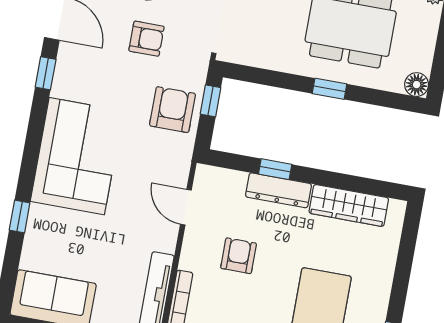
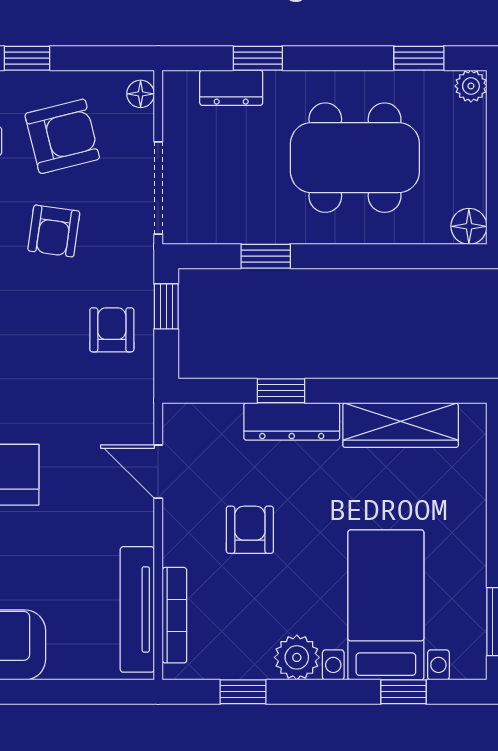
armchair: (146, 39) -> (54, 231), turned 98
window: (329, 89) -> (266, 256), moved
armchair: (173, 110) -> (112, 330), width x0.72, depth x0.72

